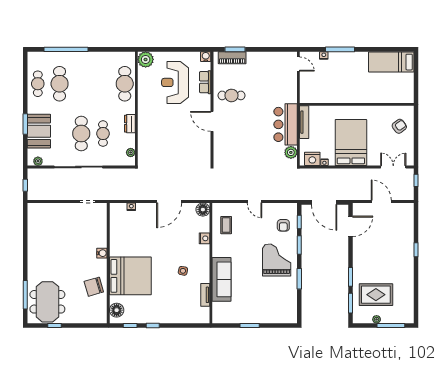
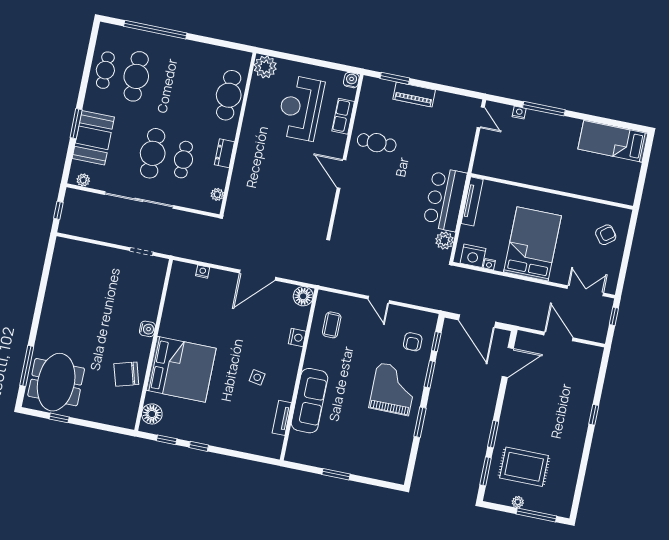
piano: (232, 58) -> (414, 95), moved

